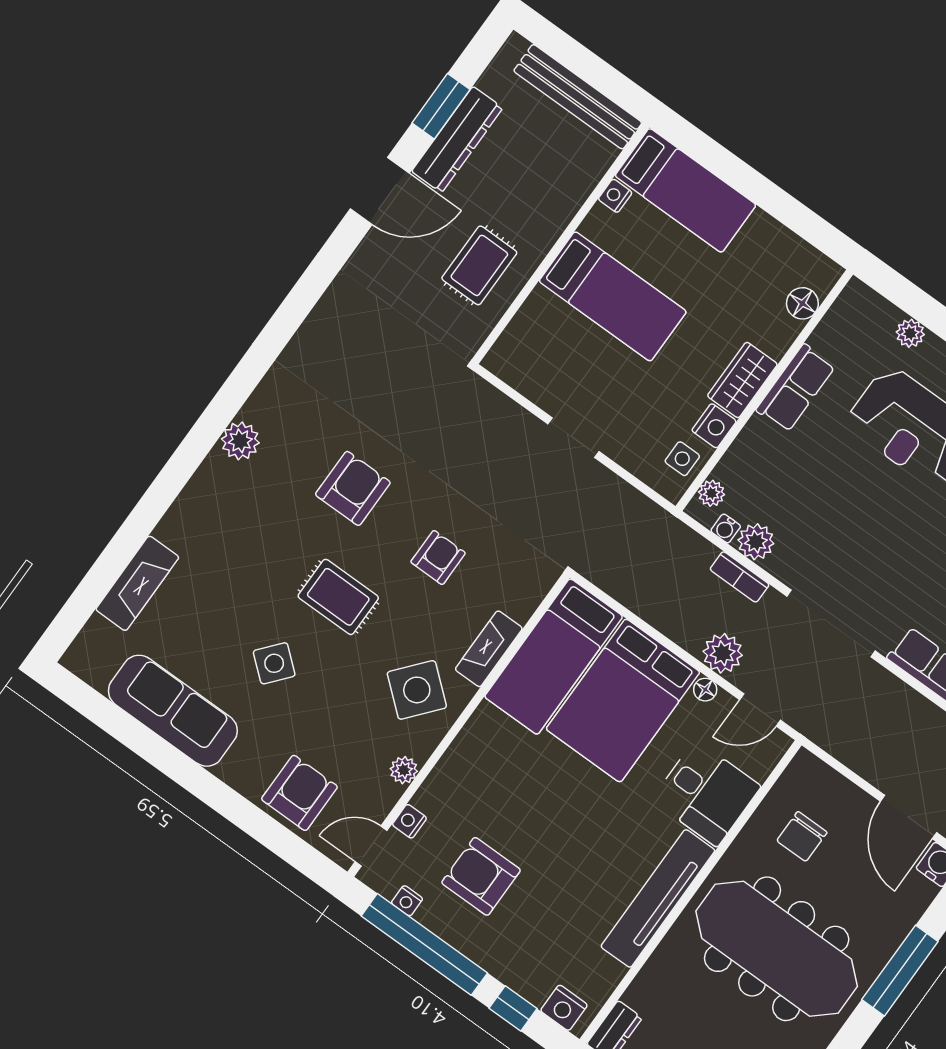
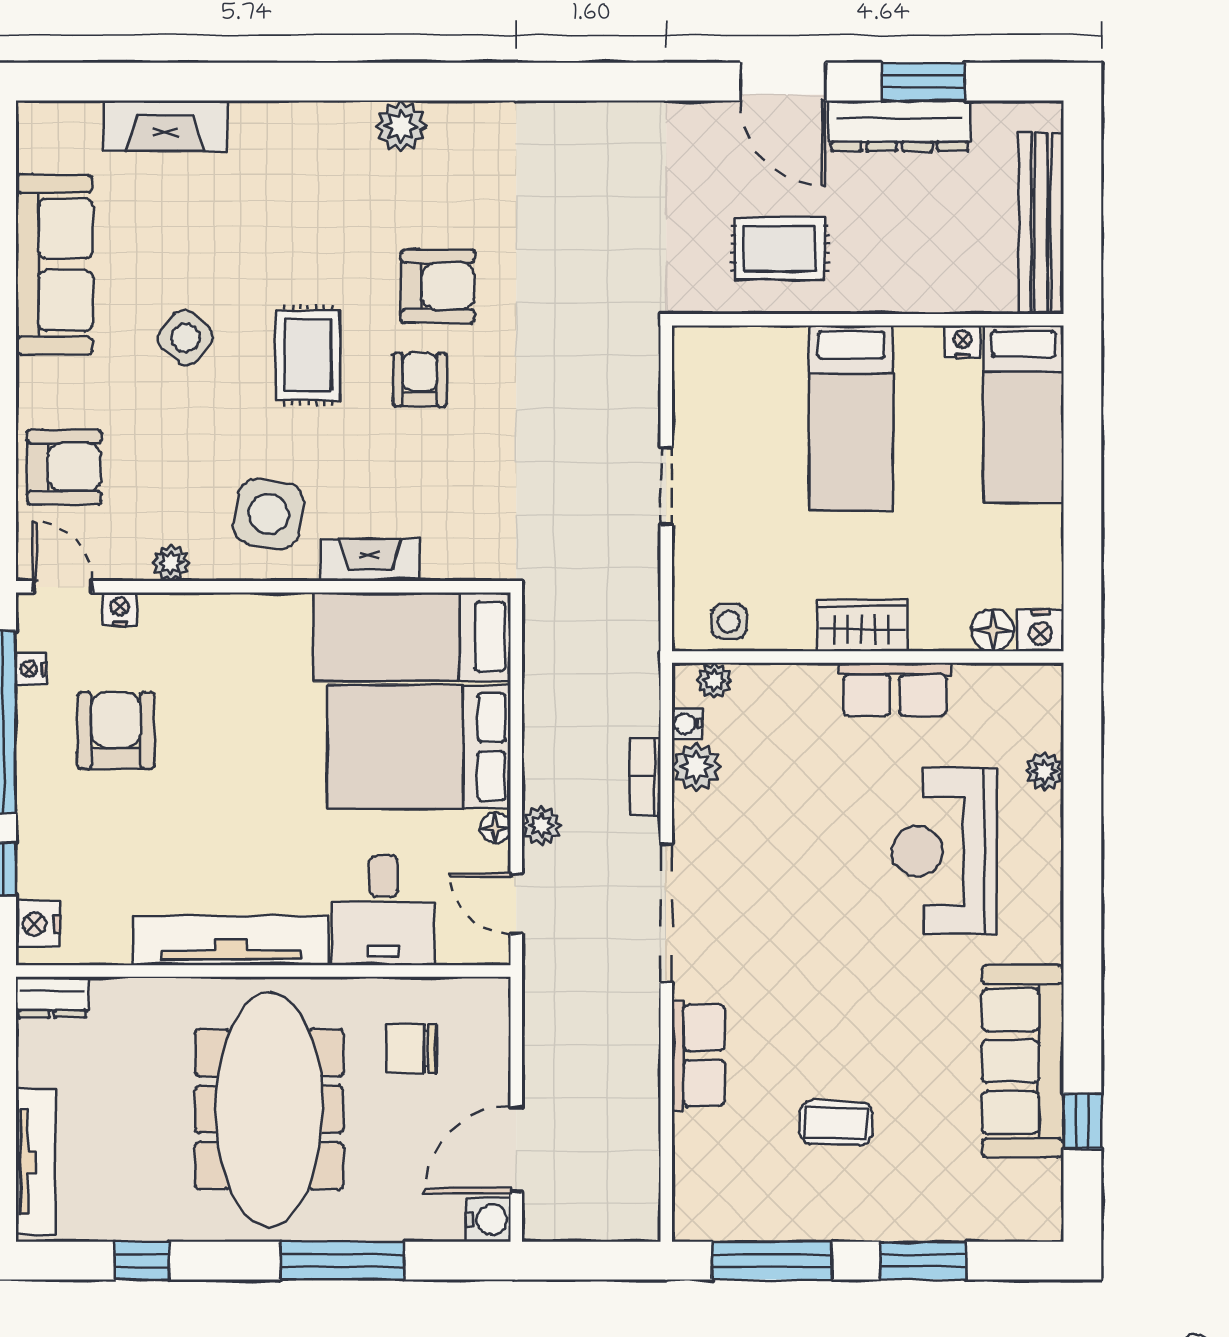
nightstand: (714, 426) -> (1041, 630), moved
armchair: (438, 557) -> (420, 380), moved, turned -90
plant: (723, 653) -> (541, 826), width x0.73, depth x0.73
side table: (417, 690) -> (268, 514), turned -31

